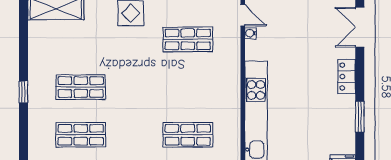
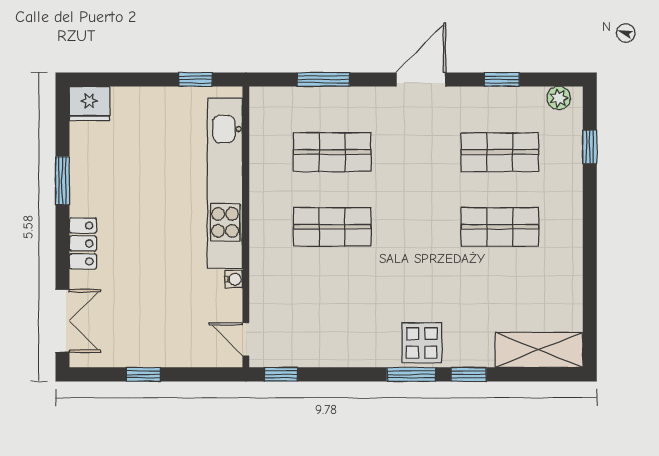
water cooler: (251, 33) -> (234, 279), moved
shop shelf: (188, 39) -> (332, 227), moved
window: (23, 92) -> (590, 147), moved

